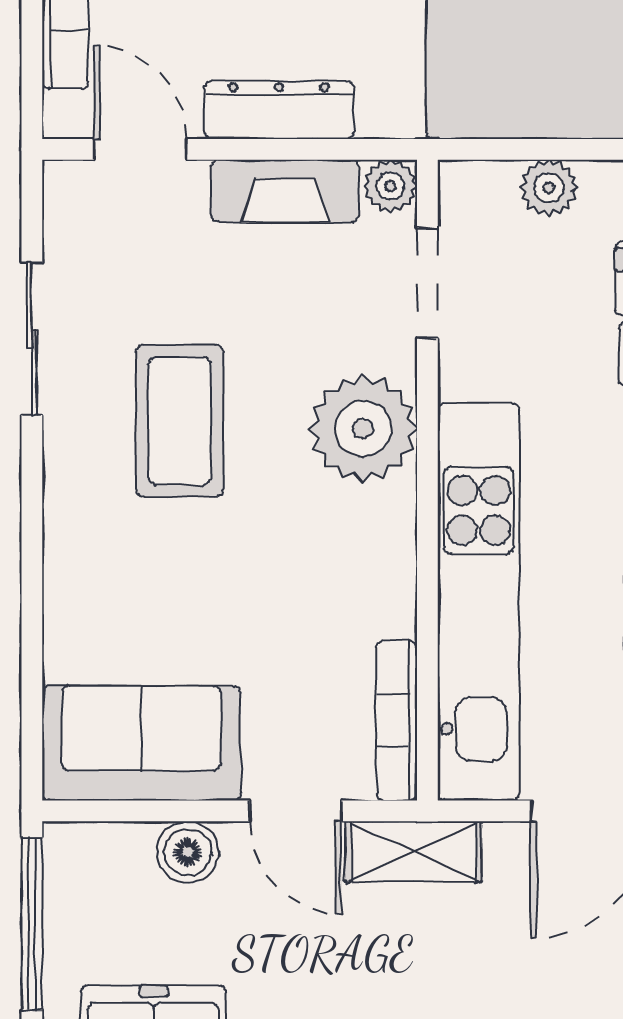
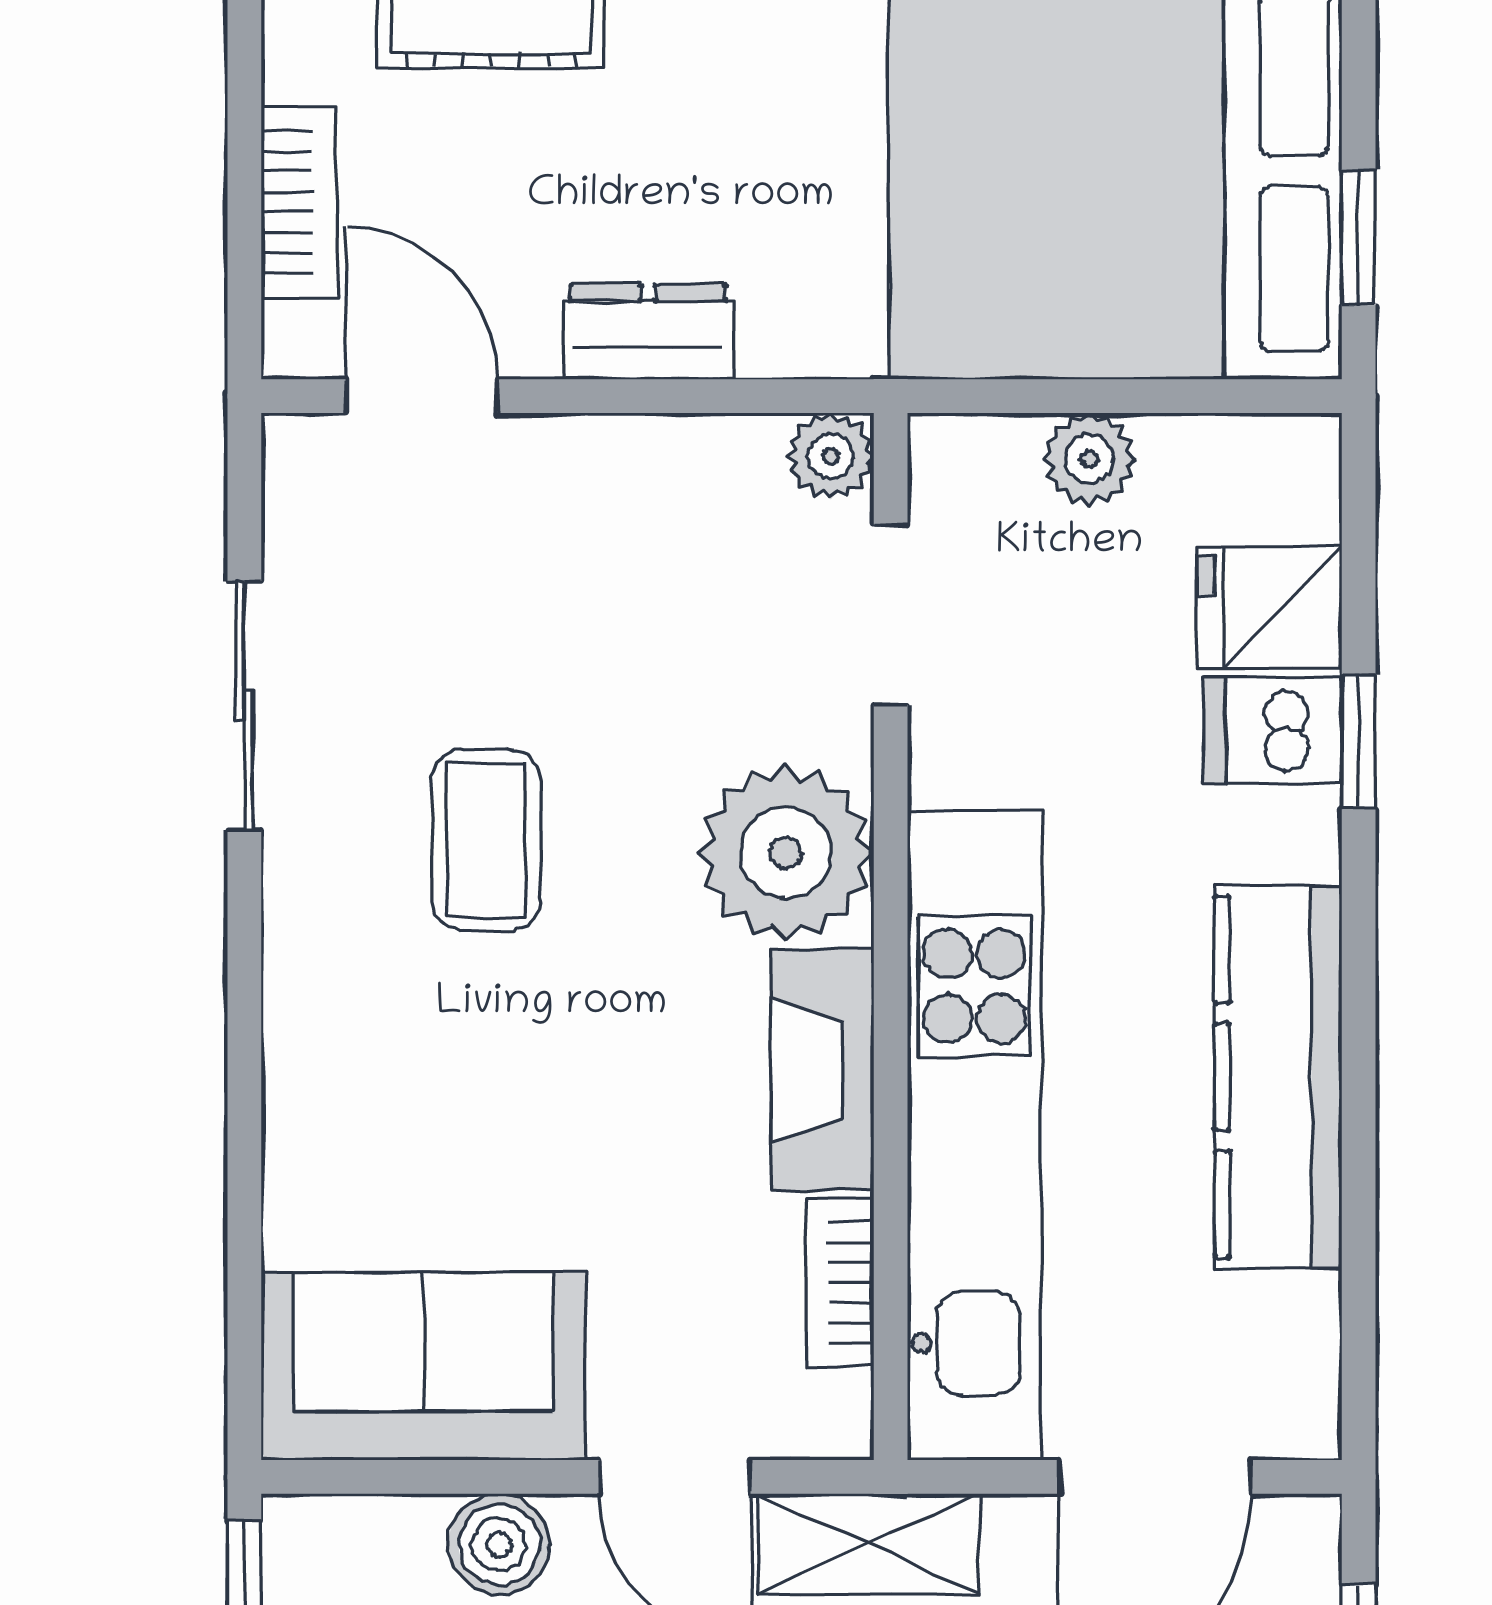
dresser: (279, 110) -> (648, 332), width x0.70
fireplace: (285, 191) -> (822, 1070), moved, turned 90
coffee table: (180, 421) -> (486, 840), width x0.73, depth x0.77
bookcase: (397, 721) -> (840, 1283), width x0.64

